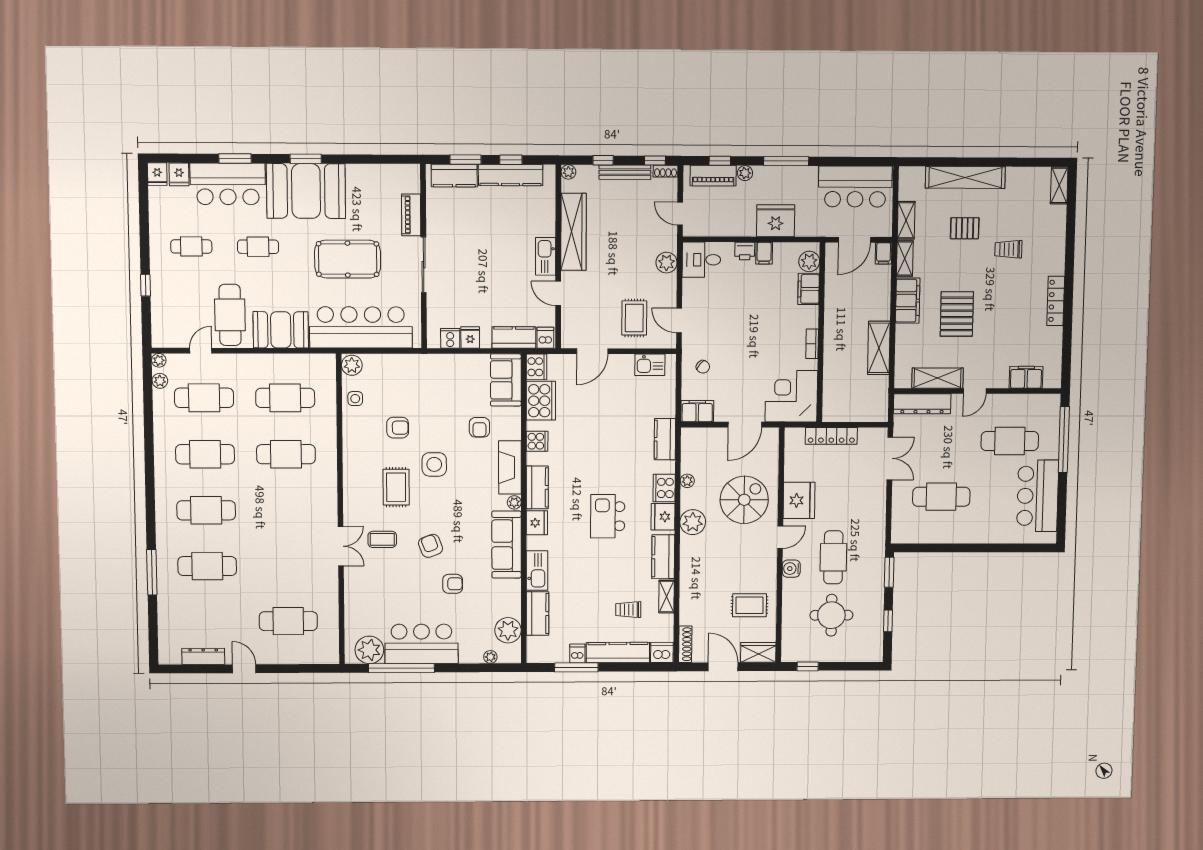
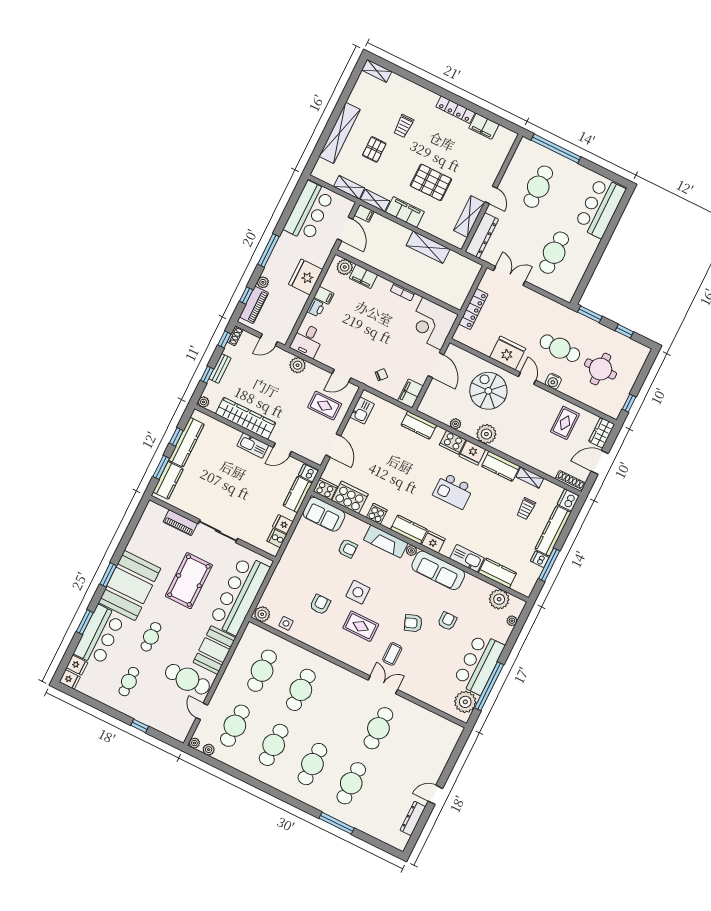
bench: (625, 172) -> (220, 368), width x0.73
filing cabinet: (1026, 377) -> (484, 126), moved, turned -90
bar counter: (1038, 496) -> (600, 207), moved, turned 90
cafe table: (288, 621) -> (378, 728), moved

